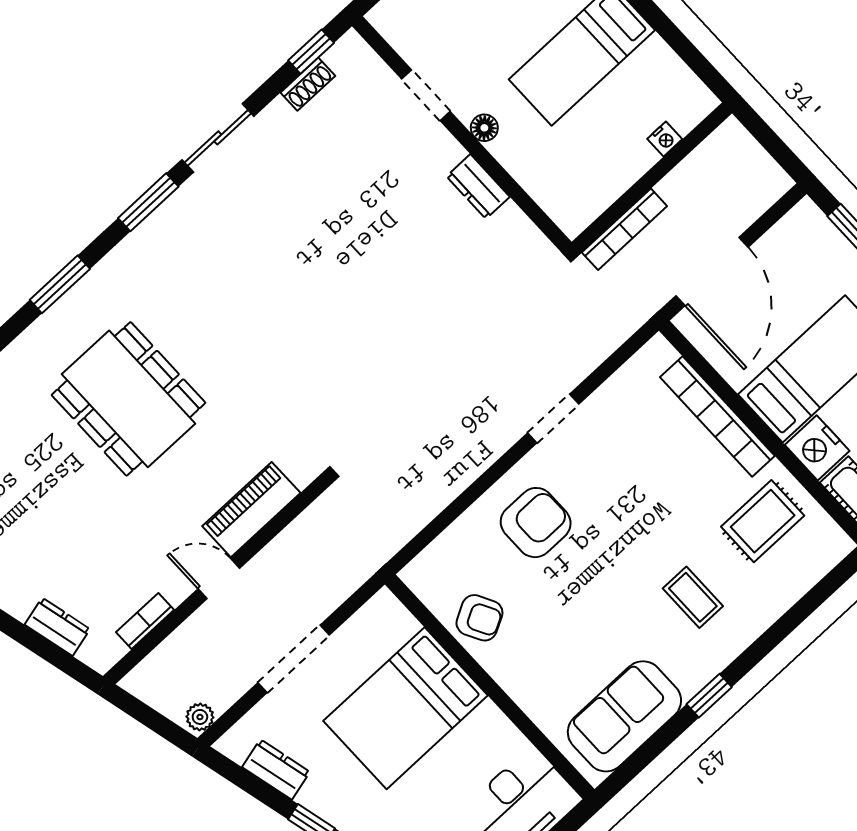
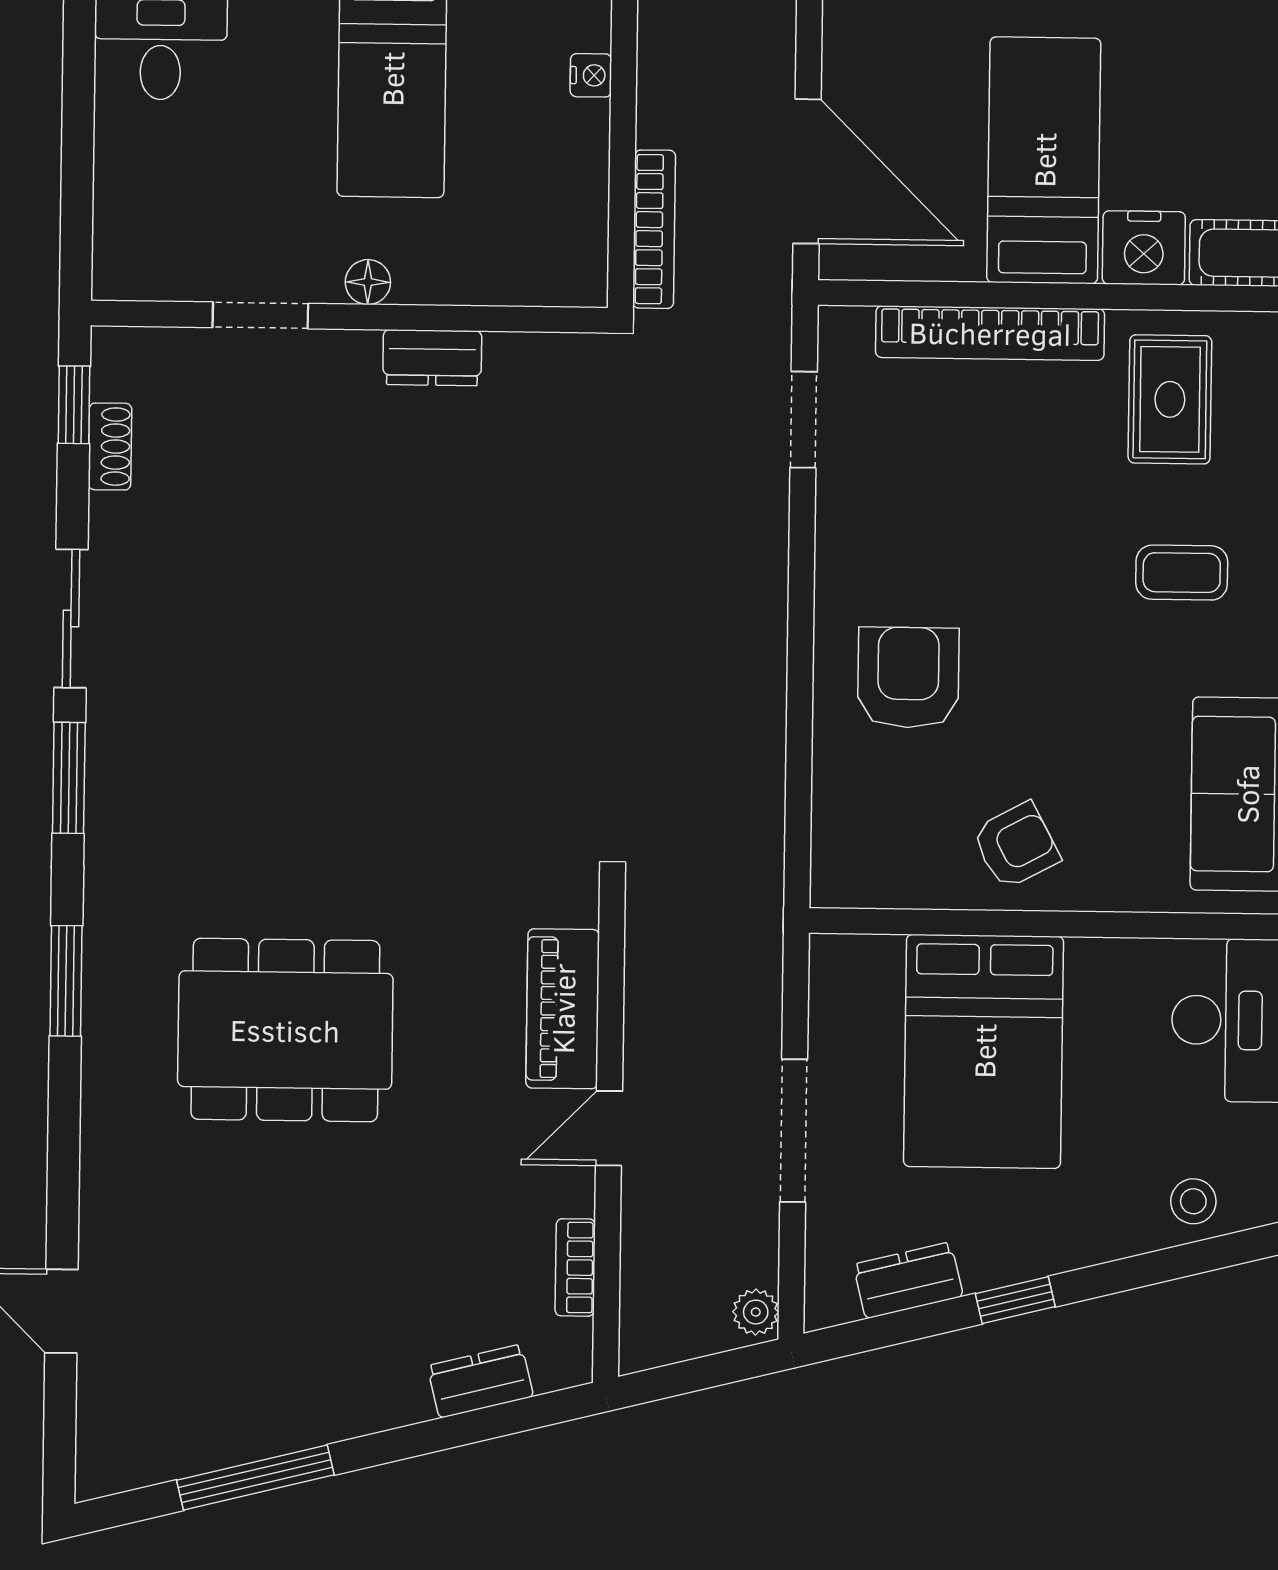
doorway: (553, 419) -> (804, 420), moved
armchair: (479, 618) -> (1016, 846), moved

